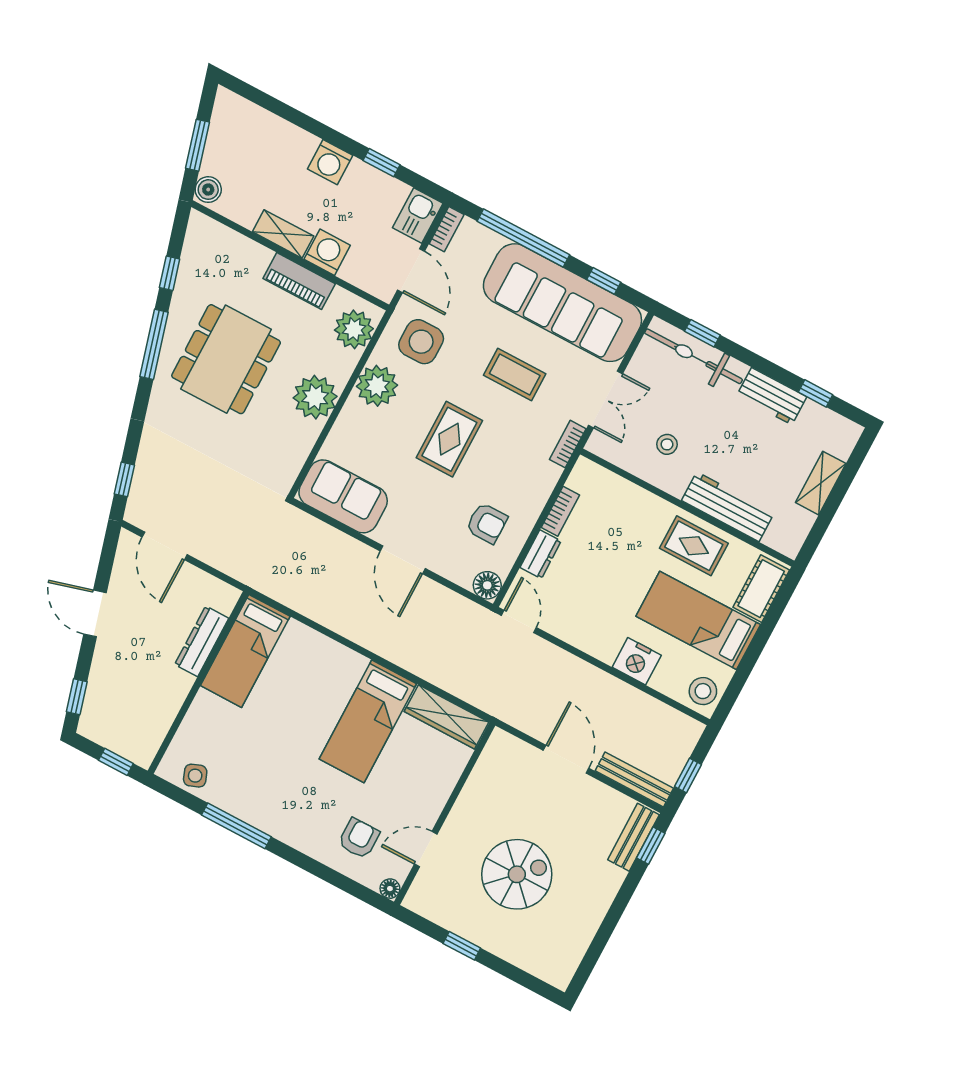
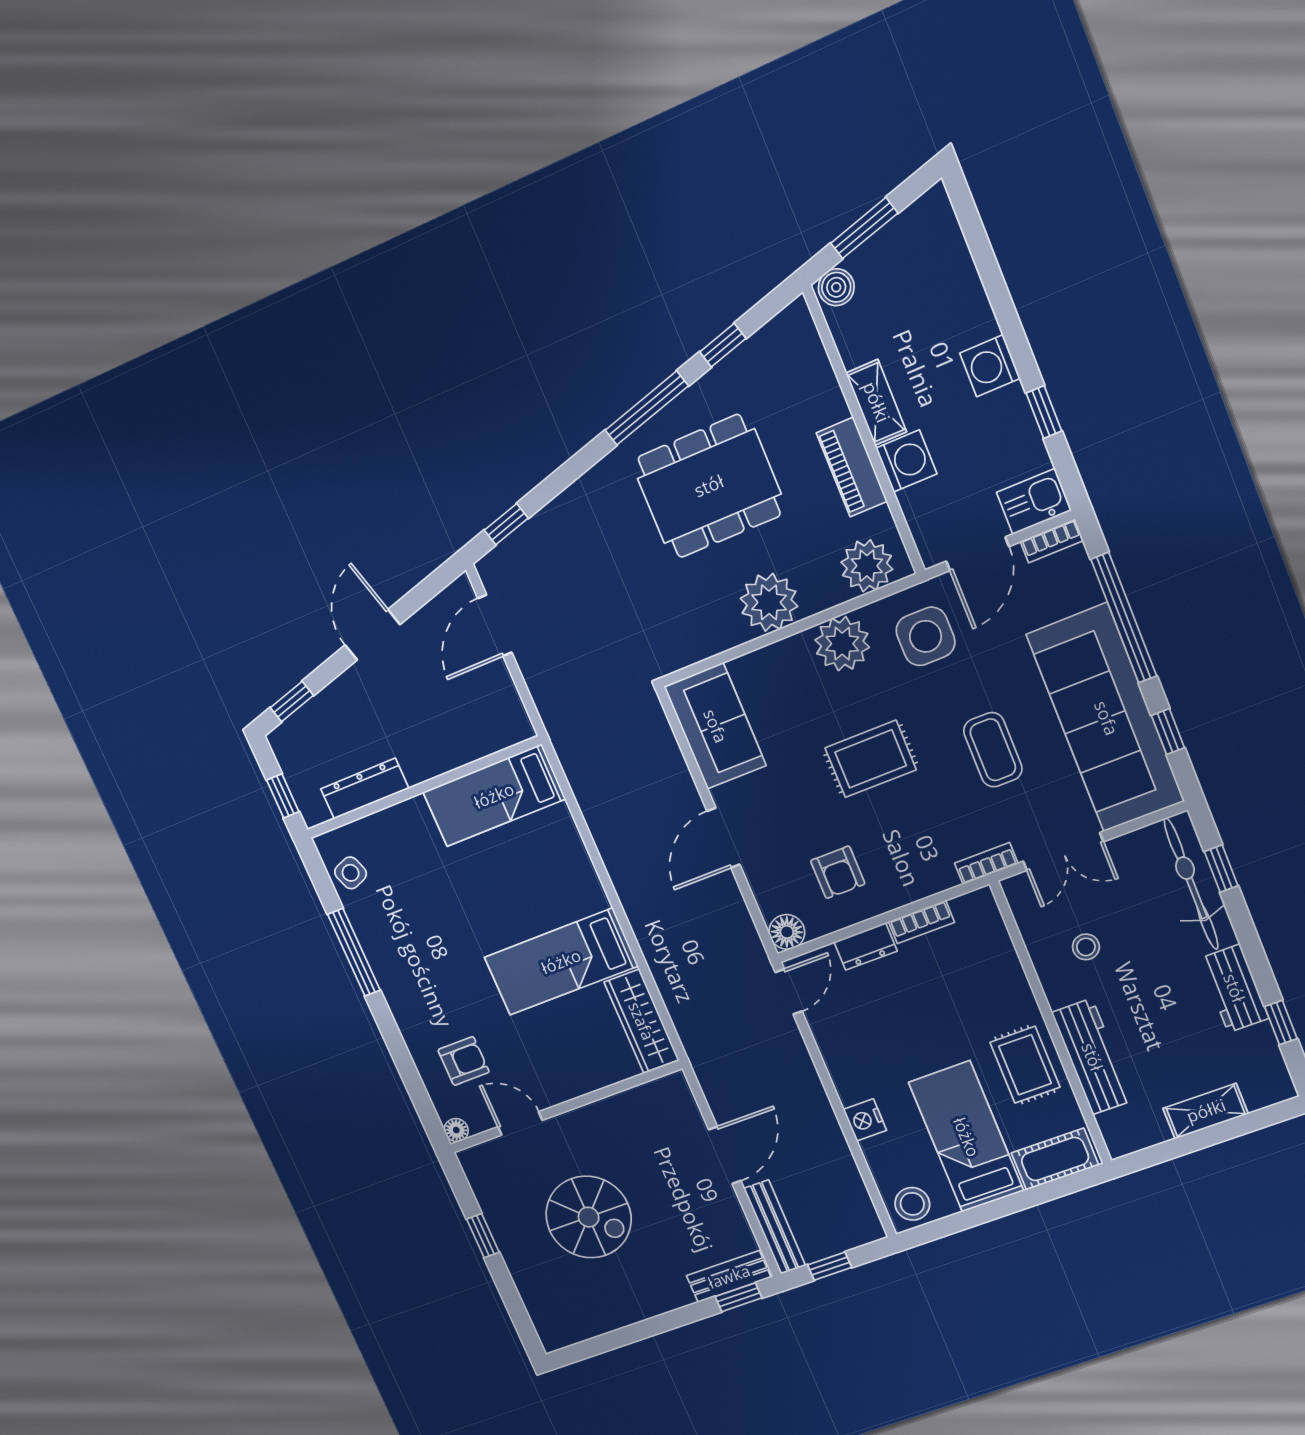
dresser: (202, 641) -> (365, 789), moved
nightstand: (637, 661) -> (865, 1120), width x0.74, depth x0.75

